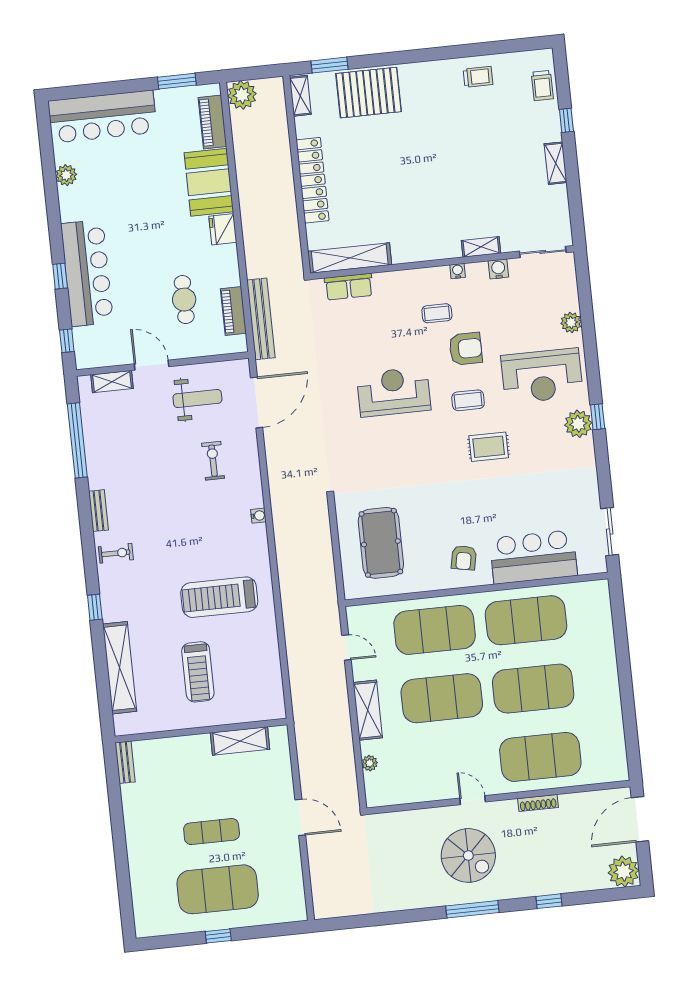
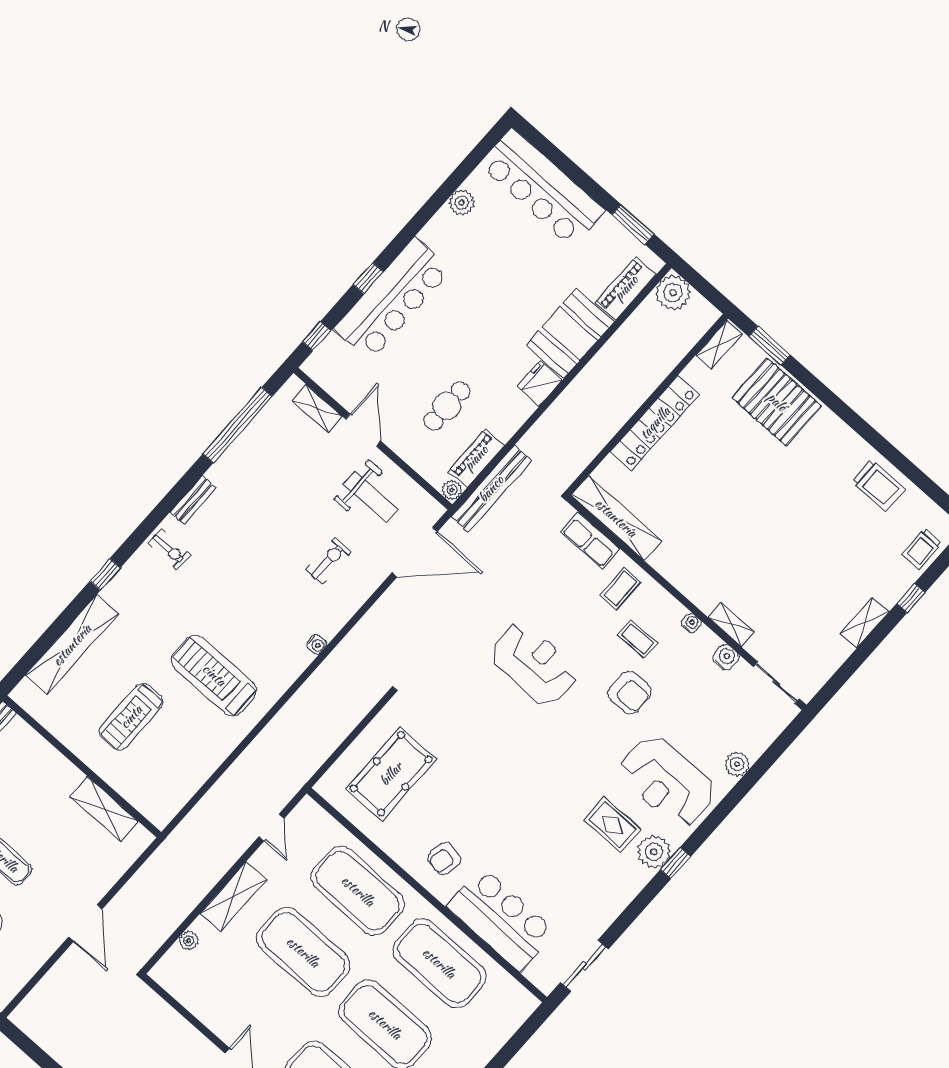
trolley: (478, 77) -> (878, 485), width x1.36, depth x1.39
plant: (239, 344) -> (452, 490), added
coffee table: (468, 400) -> (620, 589), moved, turned 90
rug: (489, 447) -> (612, 825), moved

